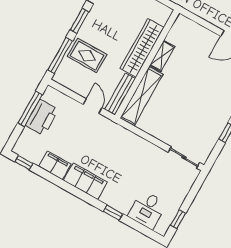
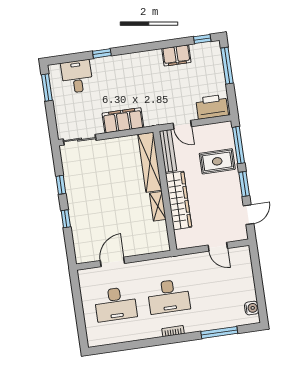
window: (30, 109) -> (227, 66), moved
printer: (42, 117) -> (212, 107), moved, turned 90
filing cabinet: (85, 181) -> (123, 120), moved, turned 180
window: (178, 219) -> (47, 88), width x1.50

